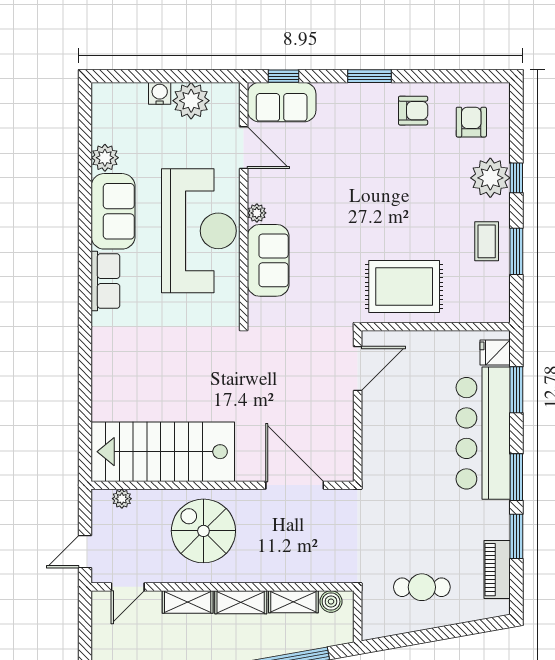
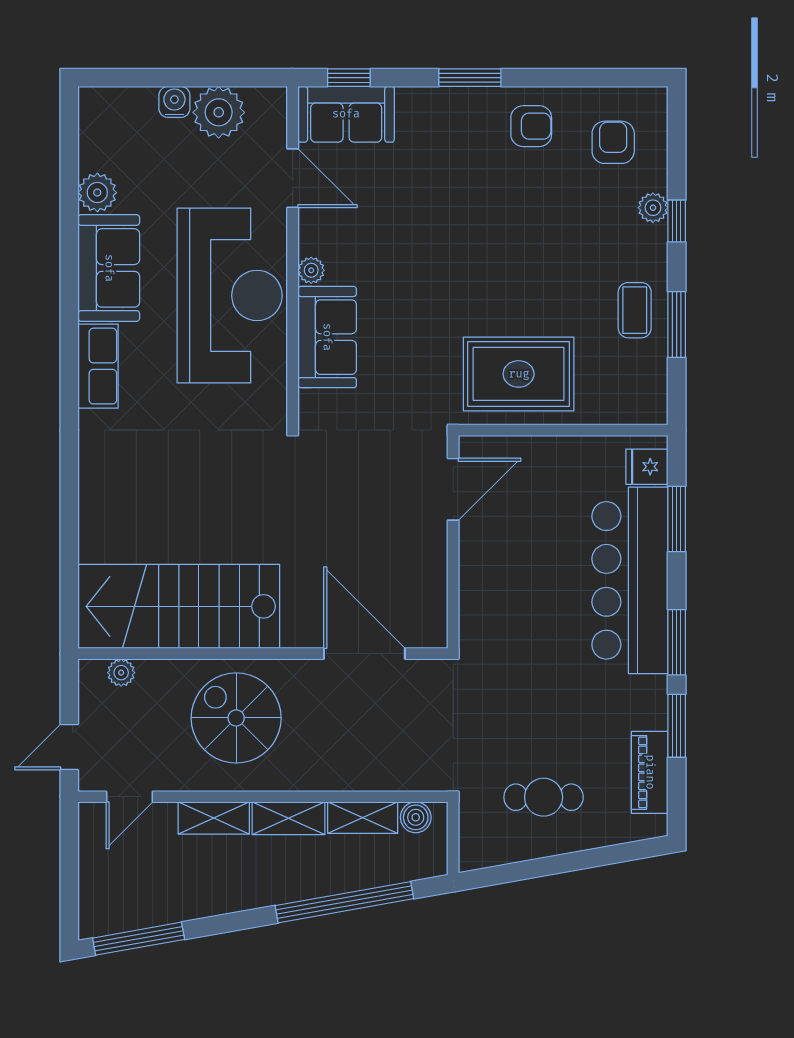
plant: (490, 178) -> (653, 208), width x0.53, depth x0.53

